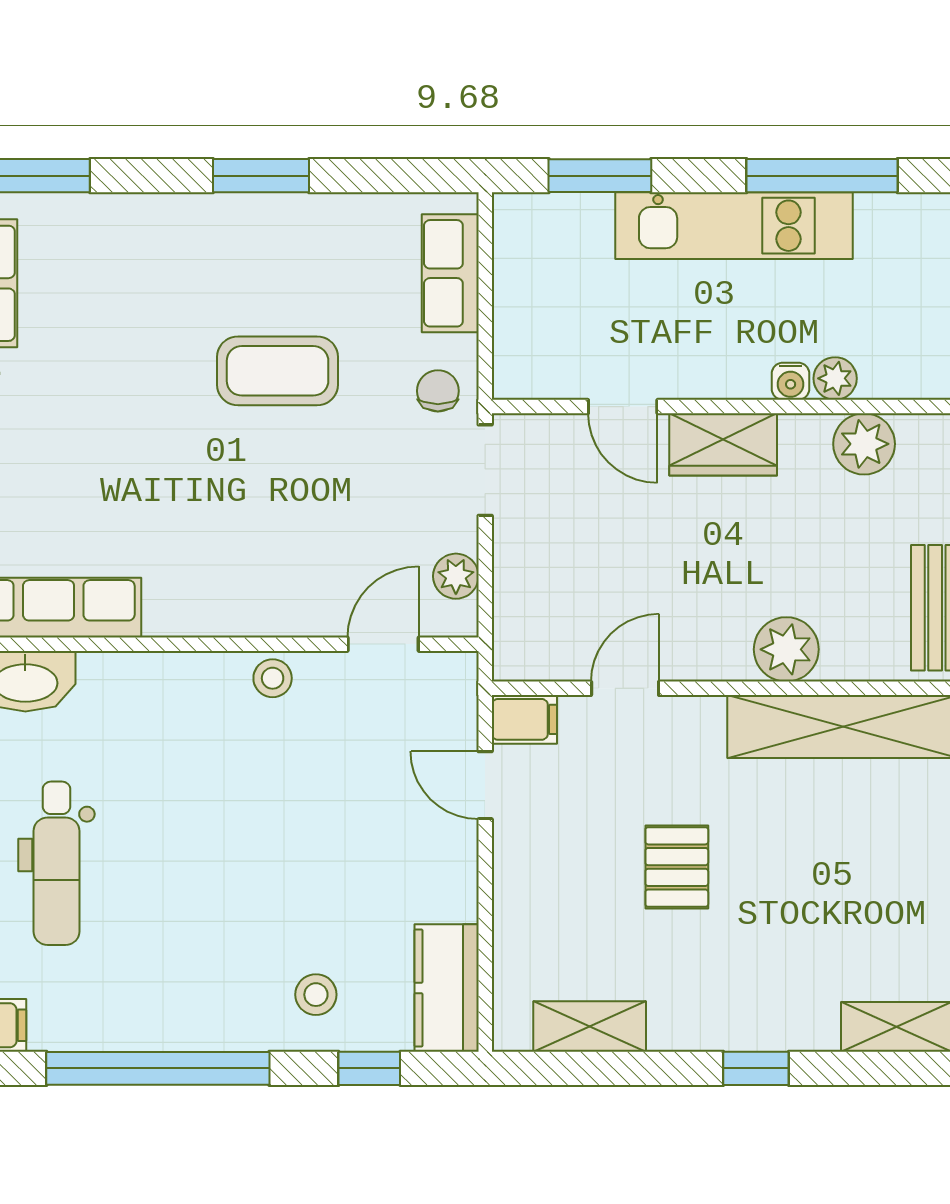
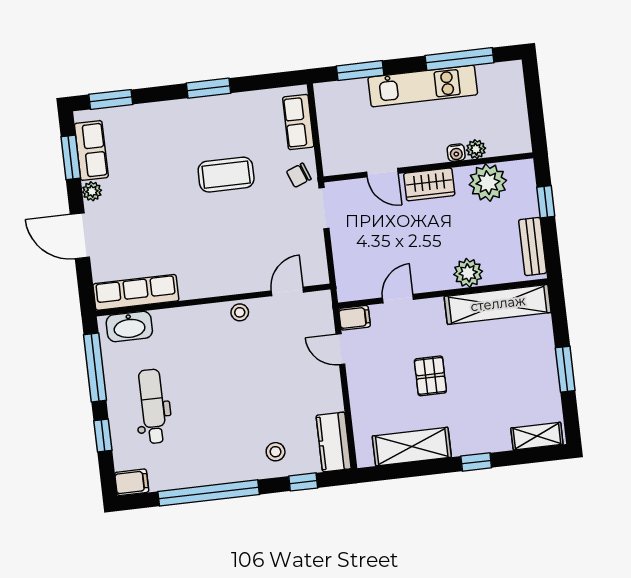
chair: (438, 391) -> (299, 175), turned -111
plant: (864, 444) -> (488, 183), width x1.36, depth x1.36
plant: (456, 576) -> (316, 257), removed
dental chair: (56, 863) -> (153, 406), turned 180
shelving: (590, 1027) -> (412, 447), width x1.50, depth x1.33

